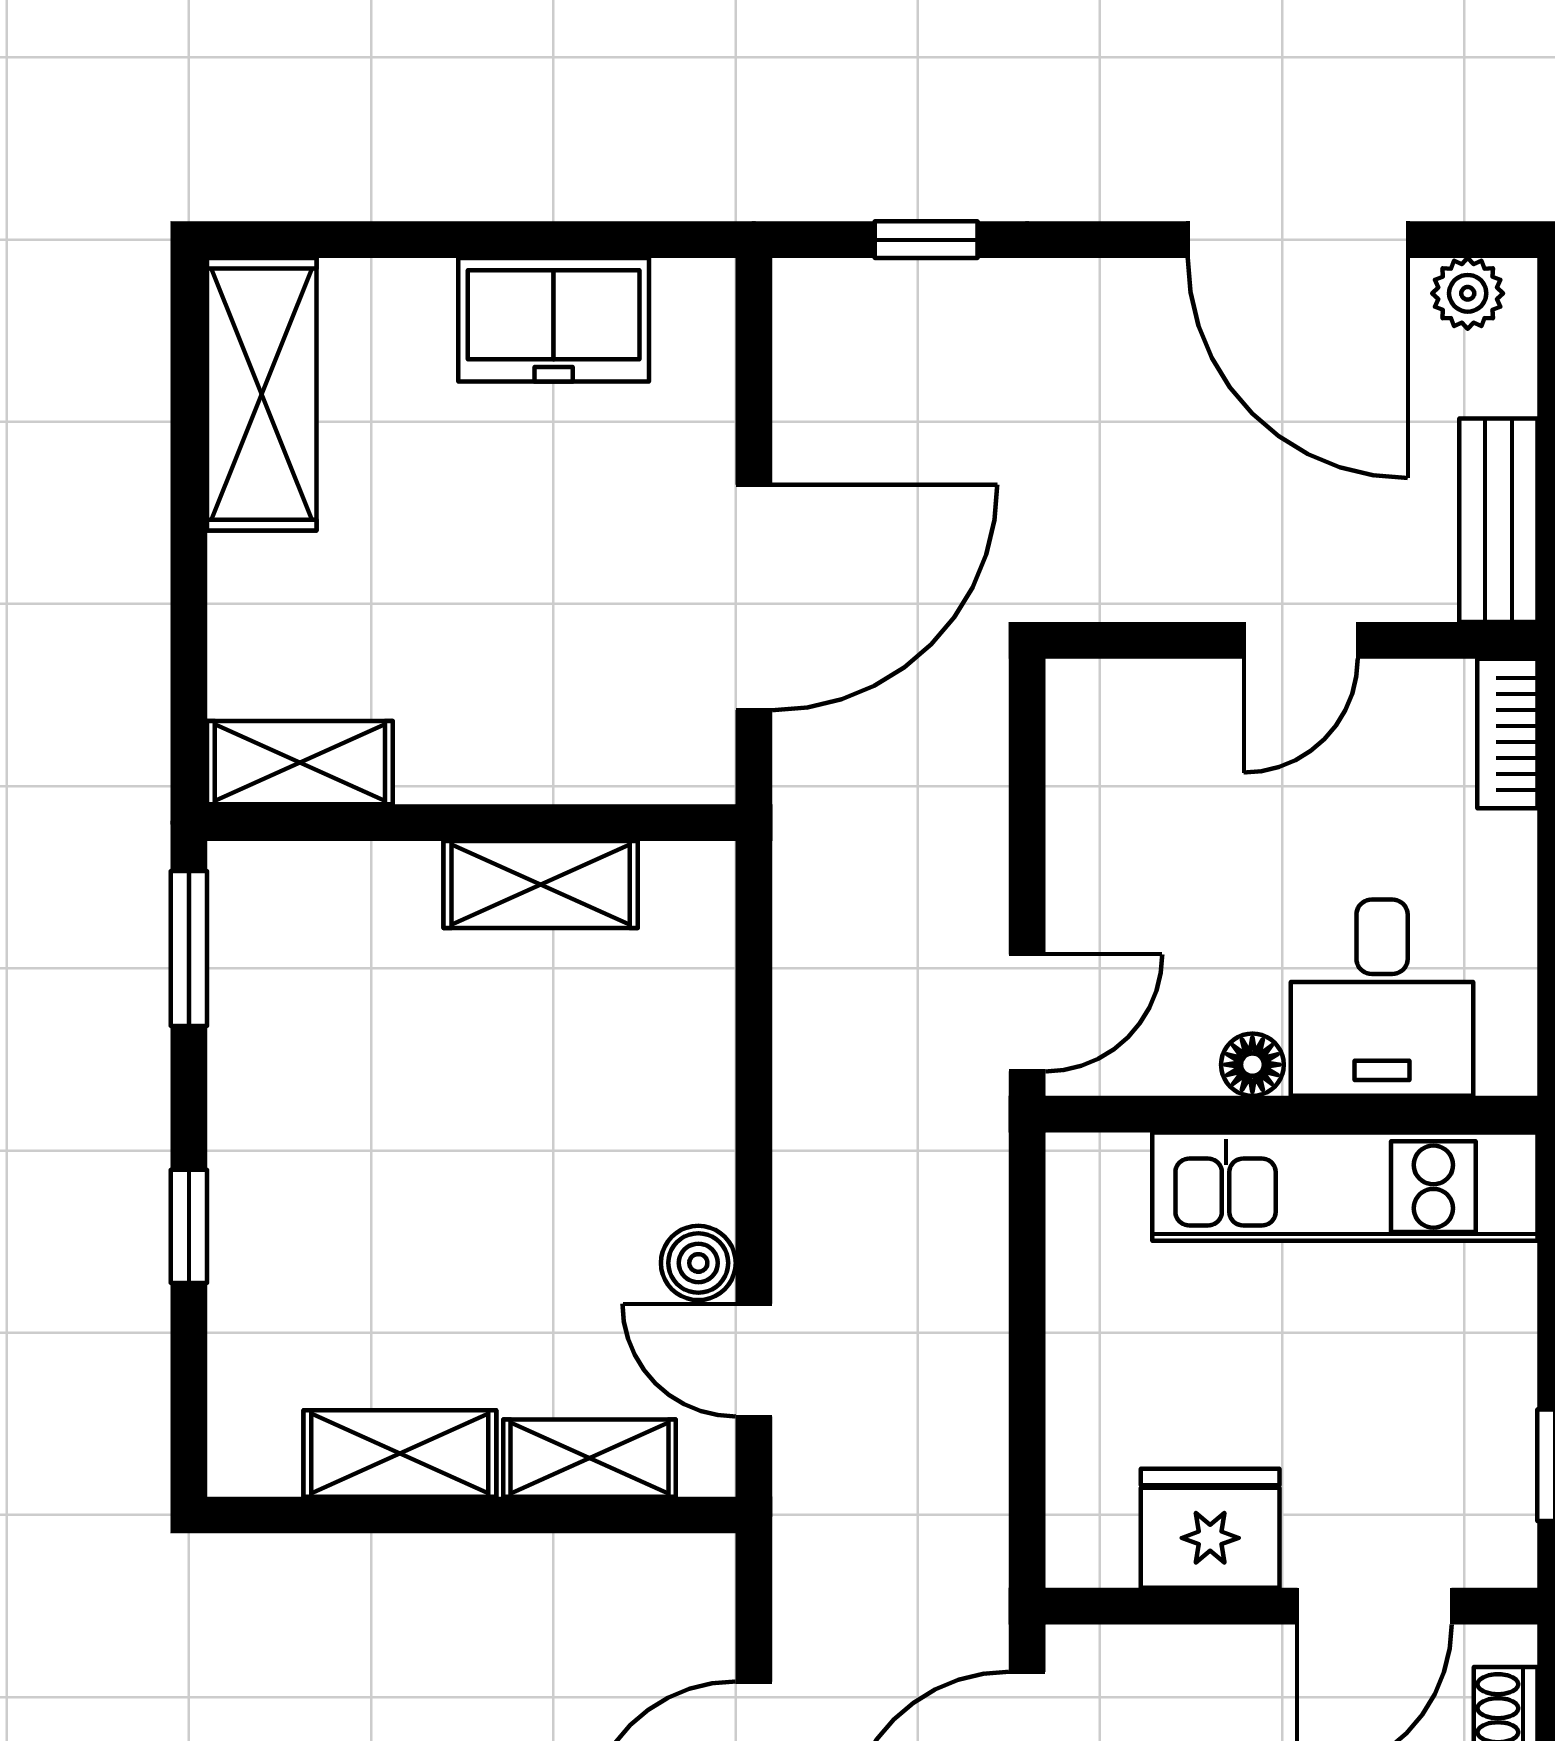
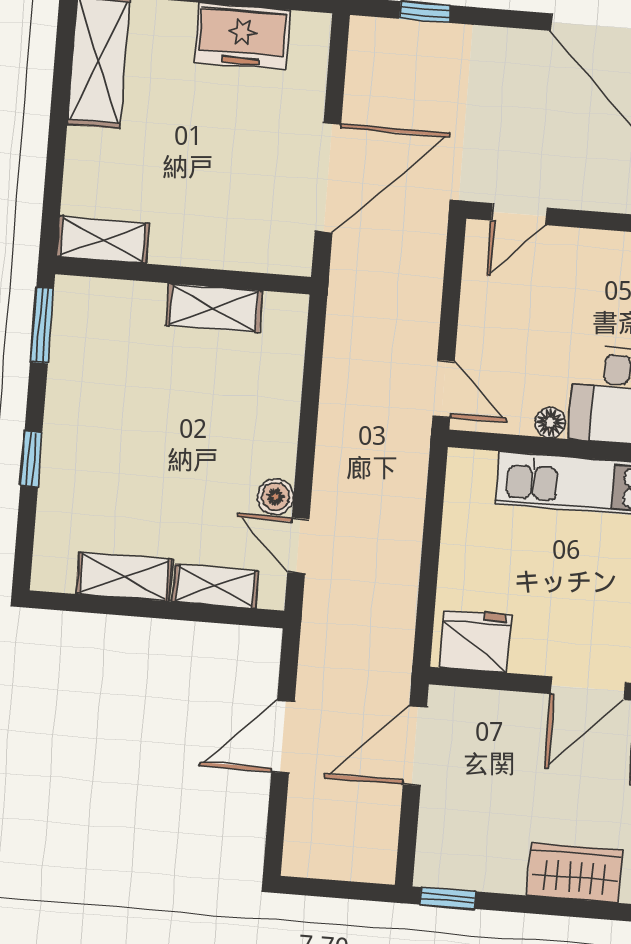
door: (1301, 640) -> (519, 214), moved
door: (1027, 1013) -> (444, 389), hinge flipped
fridge: (1210, 1528) -> (476, 641), moved

